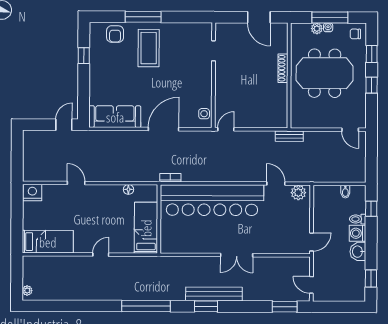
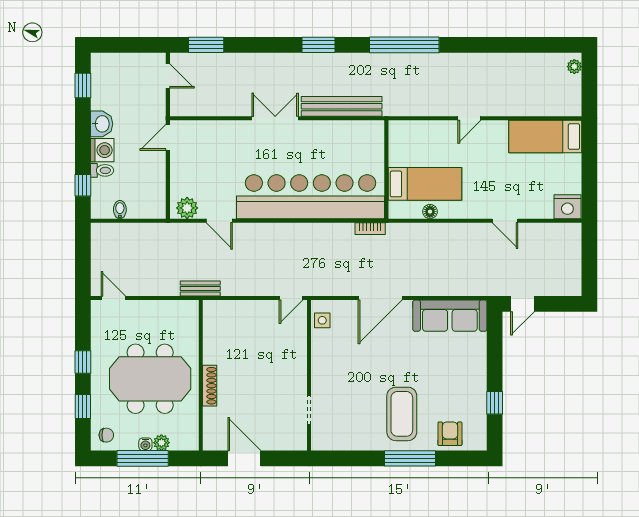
bed: (146, 228) -> (425, 184), moved, turned -90
bench: (214, 294) -> (342, 106), moved

